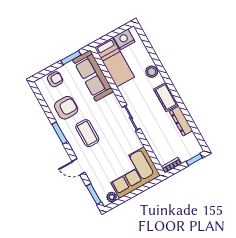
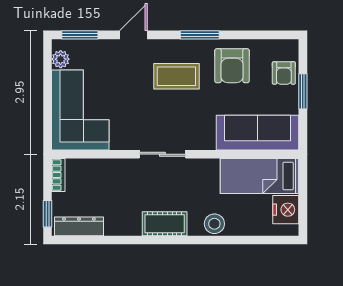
window: (71, 58) -> (303, 91), moved
dresser: (181, 121) -> (79, 226), moved

